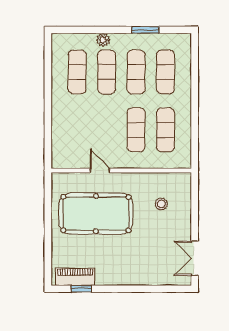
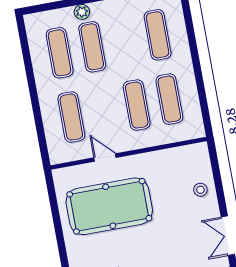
exercise mat: (136, 72) -> (71, 117), moved
stool: (161, 204) -> (200, 190), moved

